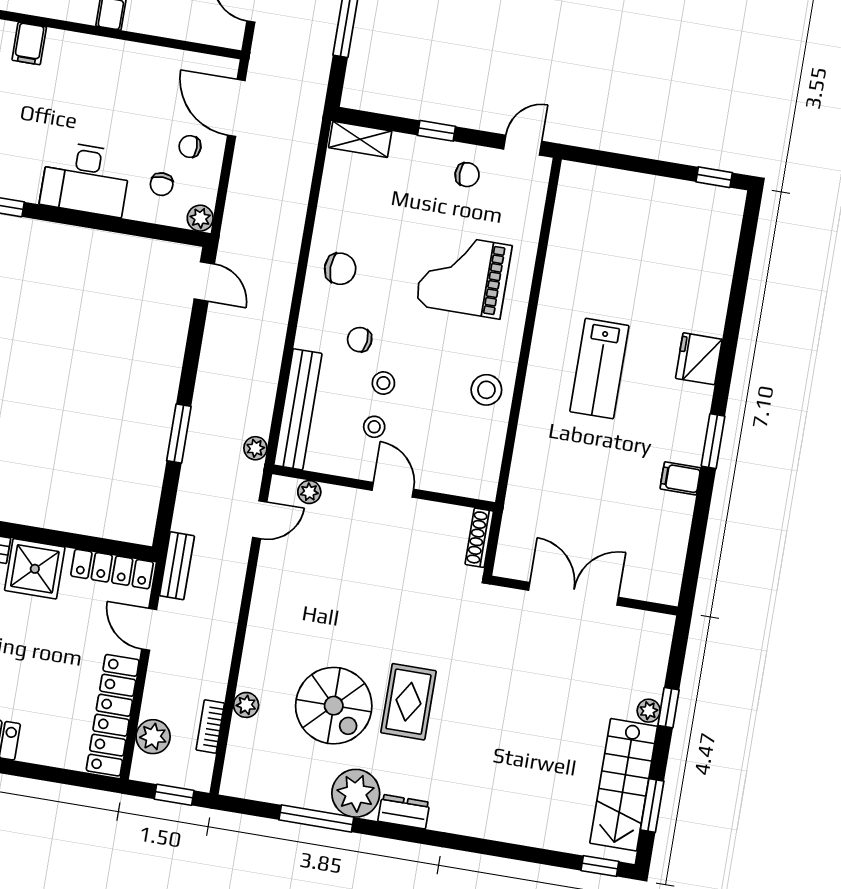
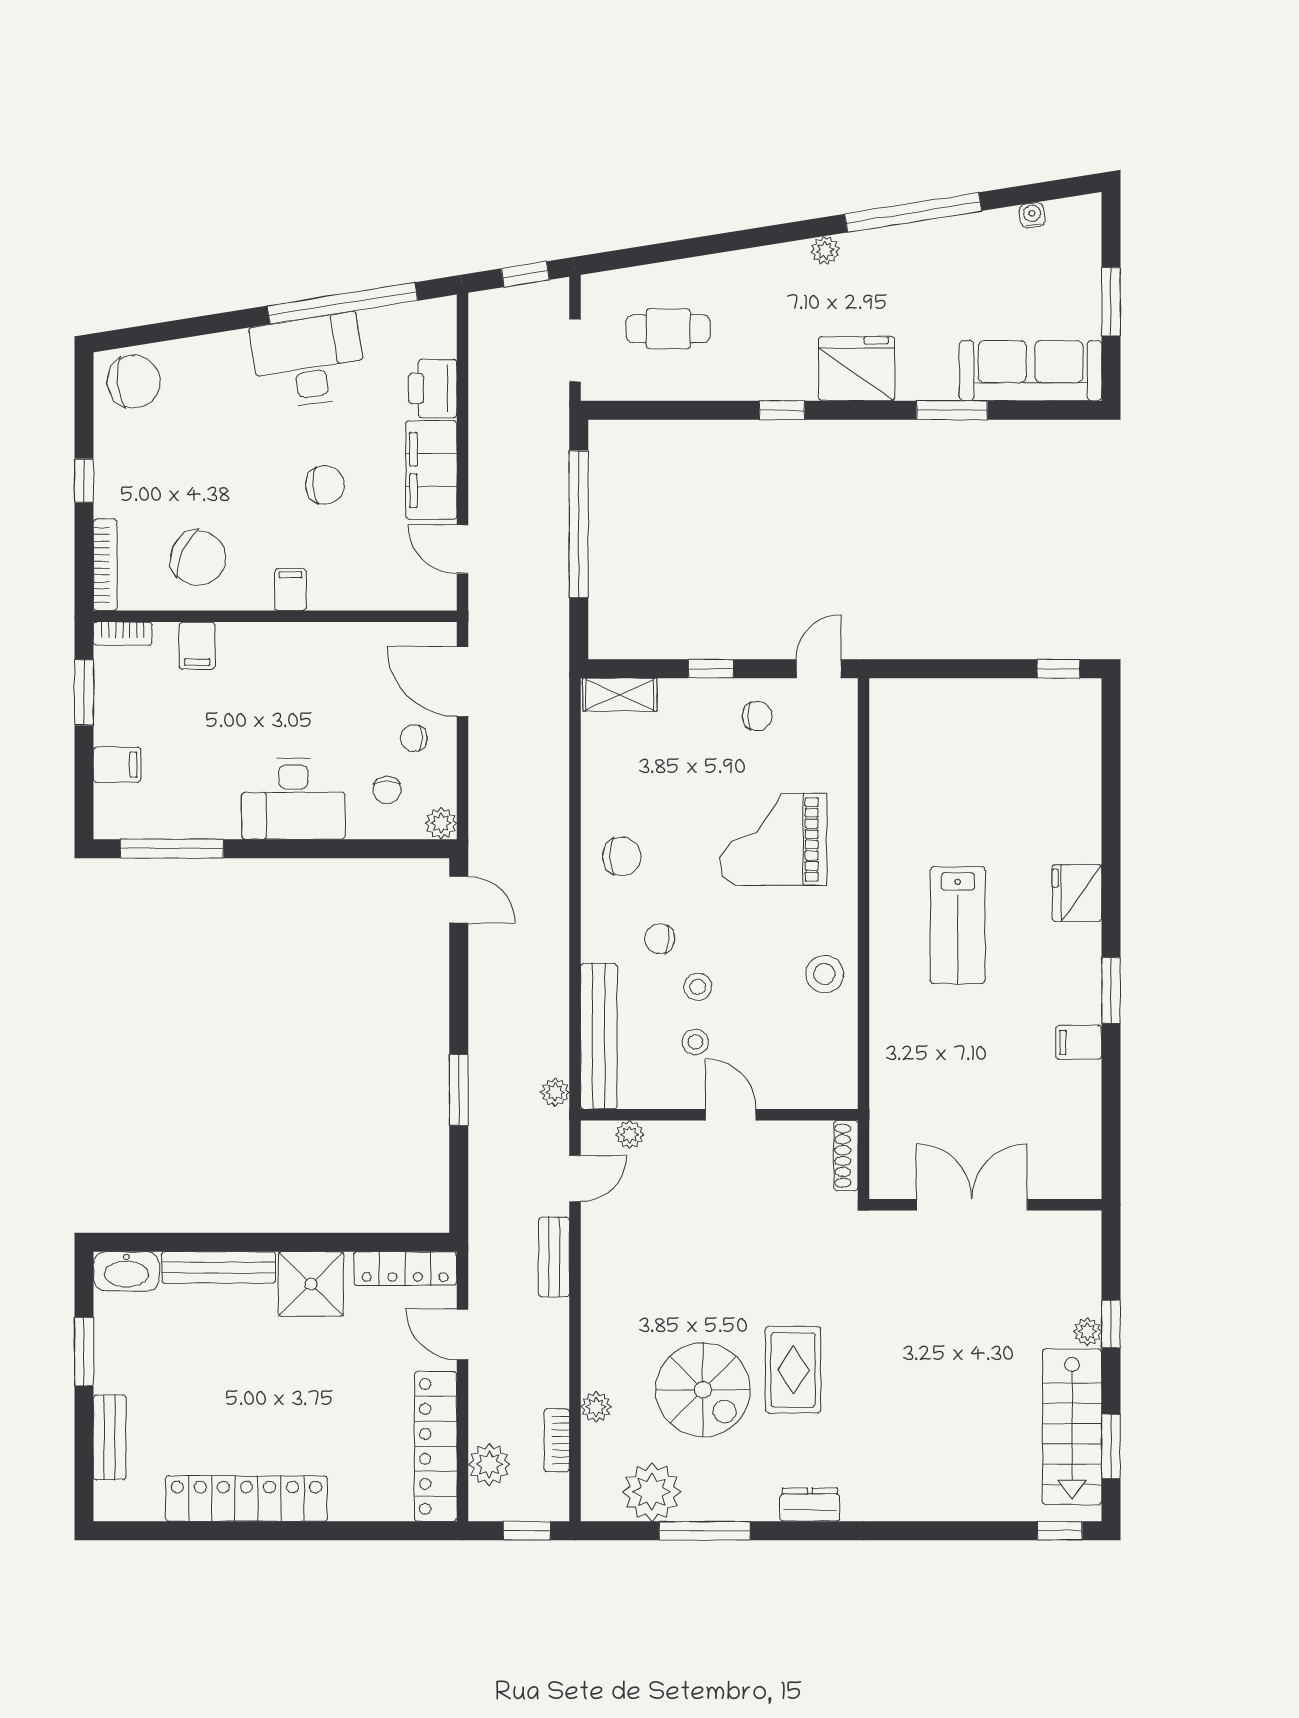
bench: (177, 566) -> (554, 1257), moved
plant: (356, 793) -> (652, 1492), moved

